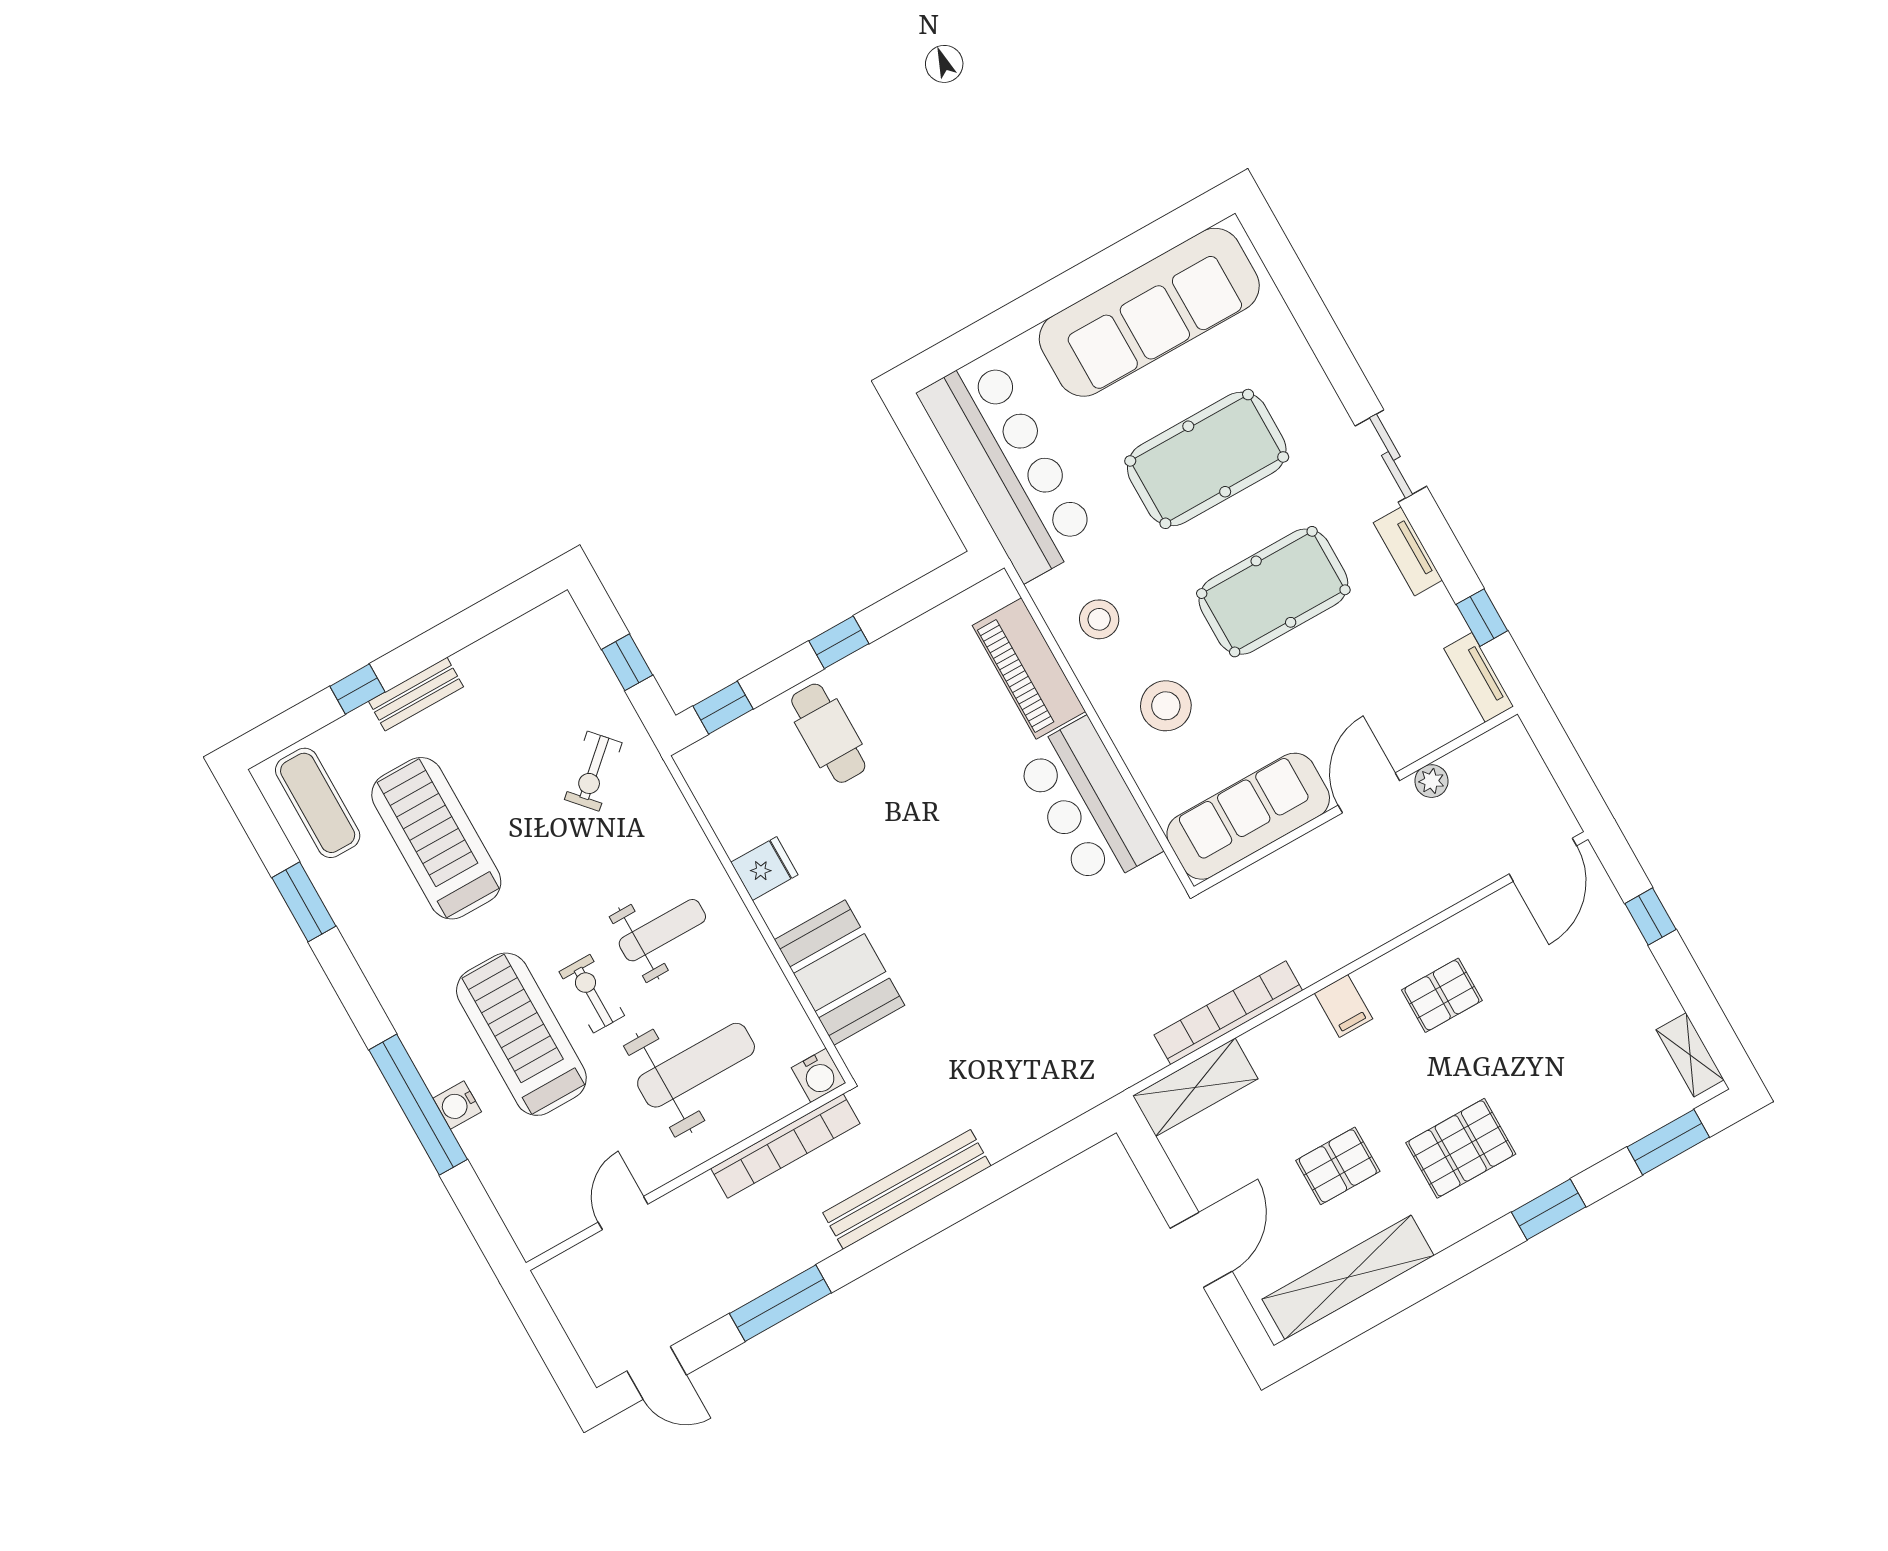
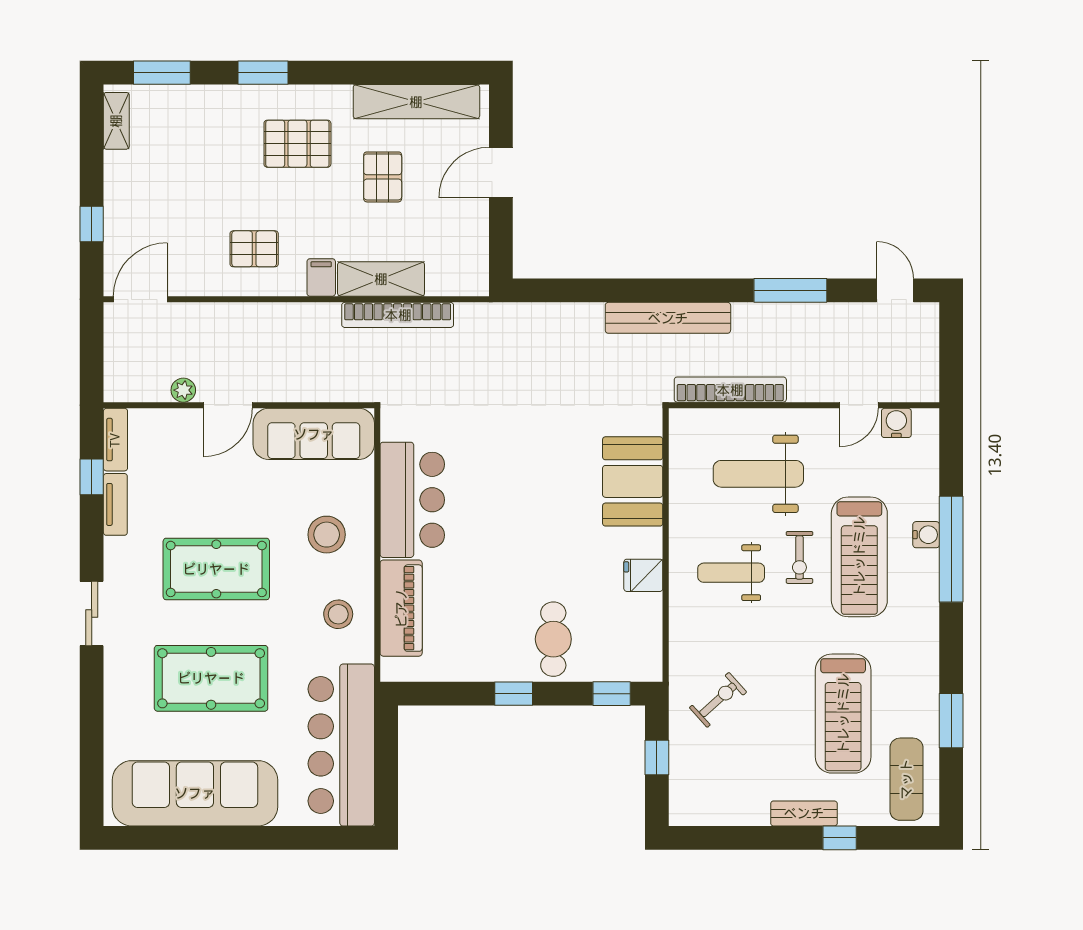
tv unit: (1408, 551) -> (115, 504), moved
water cooler: (819, 1075) -> (896, 423), moved
shelving: (1195, 1087) -> (381, 279), moved
pallet: (1338, 1166) -> (383, 177), turned 90

